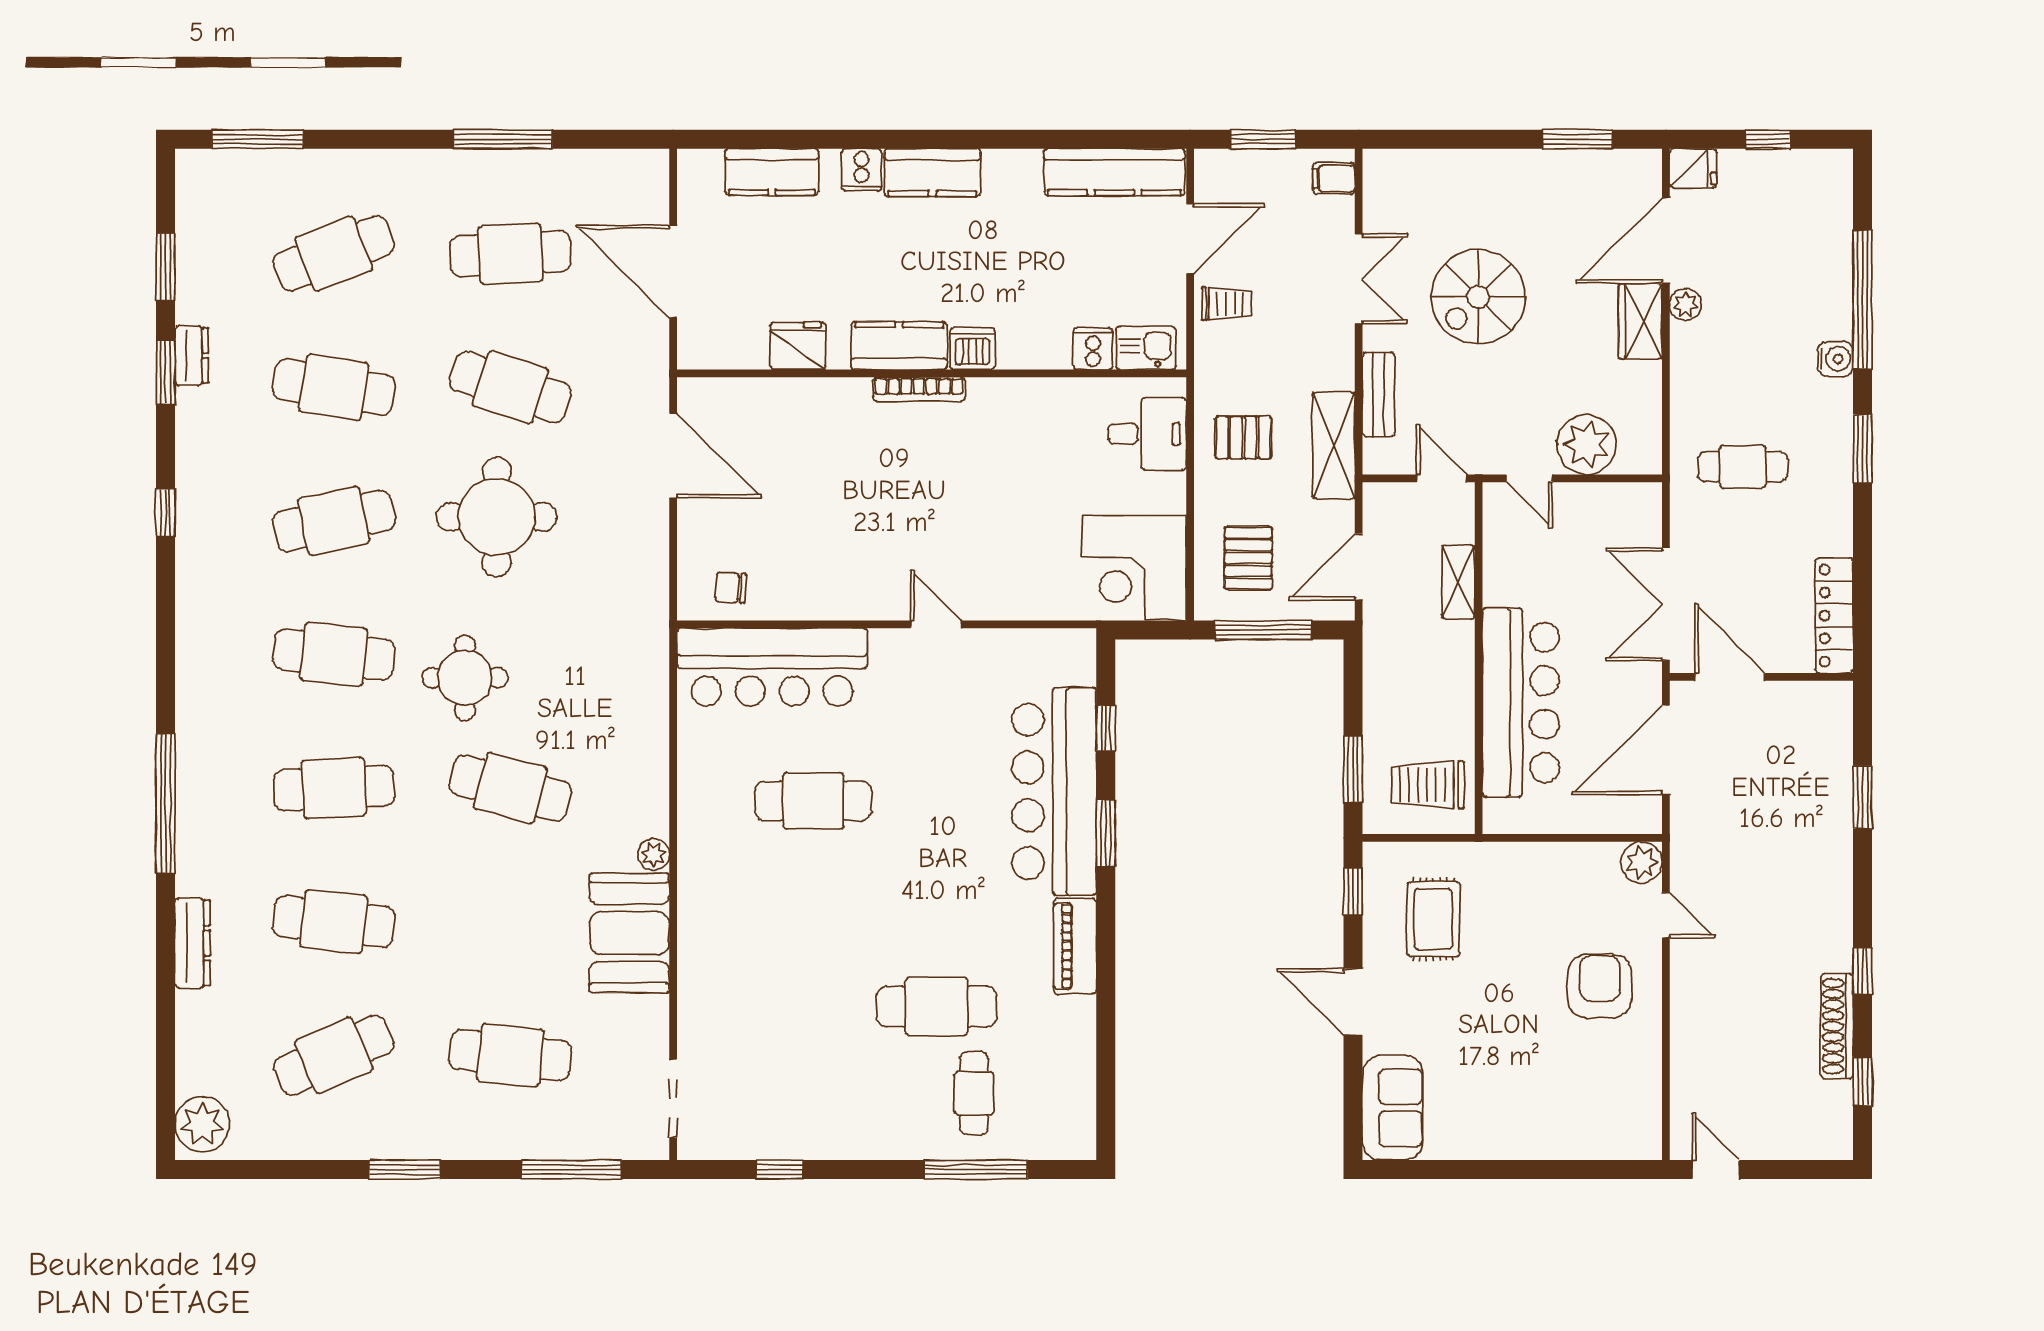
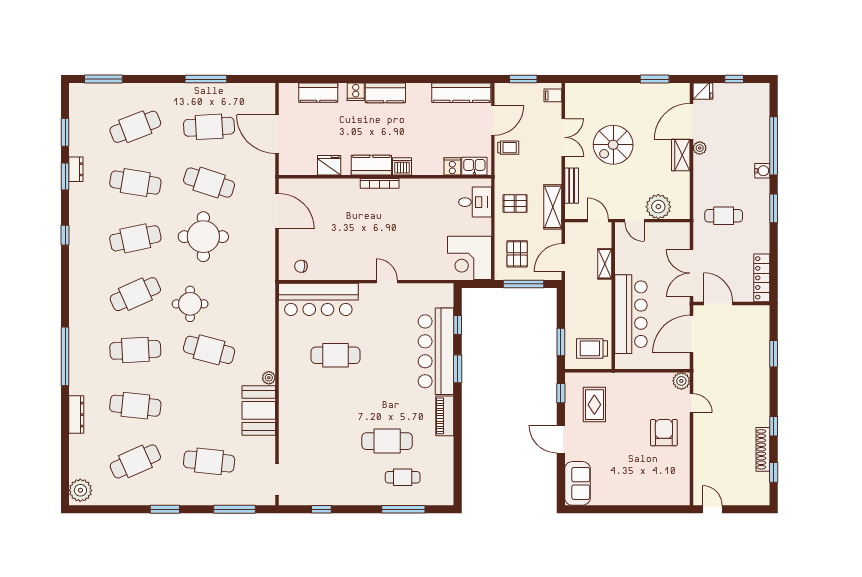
cafe table: (334, 654) -> (135, 294), turned -30
cafe table: (974, 1093) -> (403, 477), turned 90

